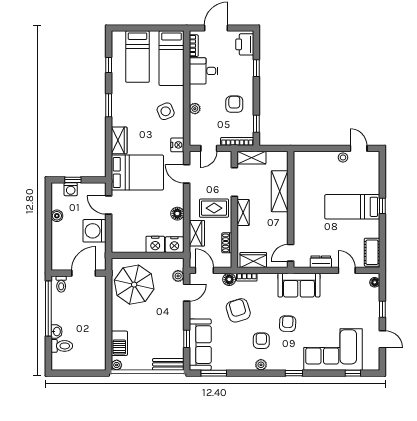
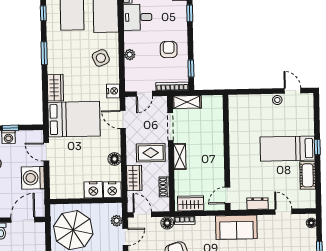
shelving: (280, 191) -> (215, 135), removed
cot: (372, 252) -> (308, 175), moved

